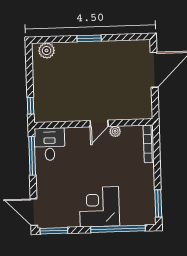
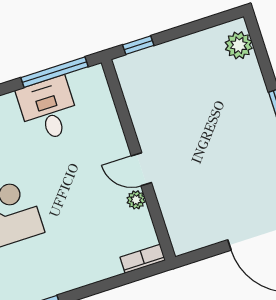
desk: (50, 144) -> (48, 109), moved, turned -90
bookcase: (149, 144) -> (143, 259), width x0.64

